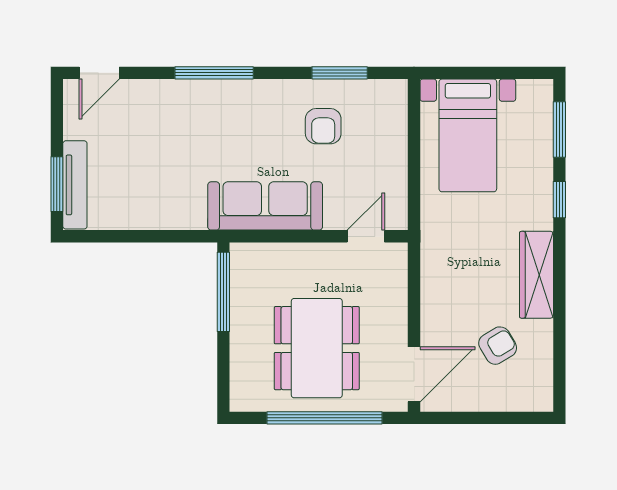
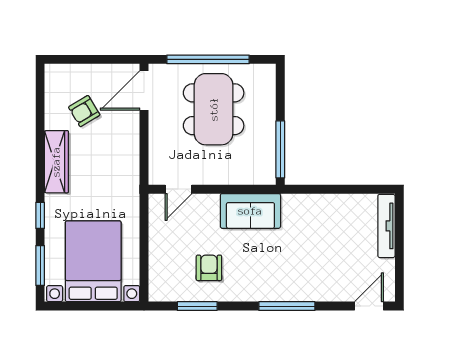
bed with nightstands: (468, 135) -> (93, 261), width x1.36
window: (57, 184) -> (399, 226), removed
sofa: (265, 206) -> (250, 211), width x0.73

